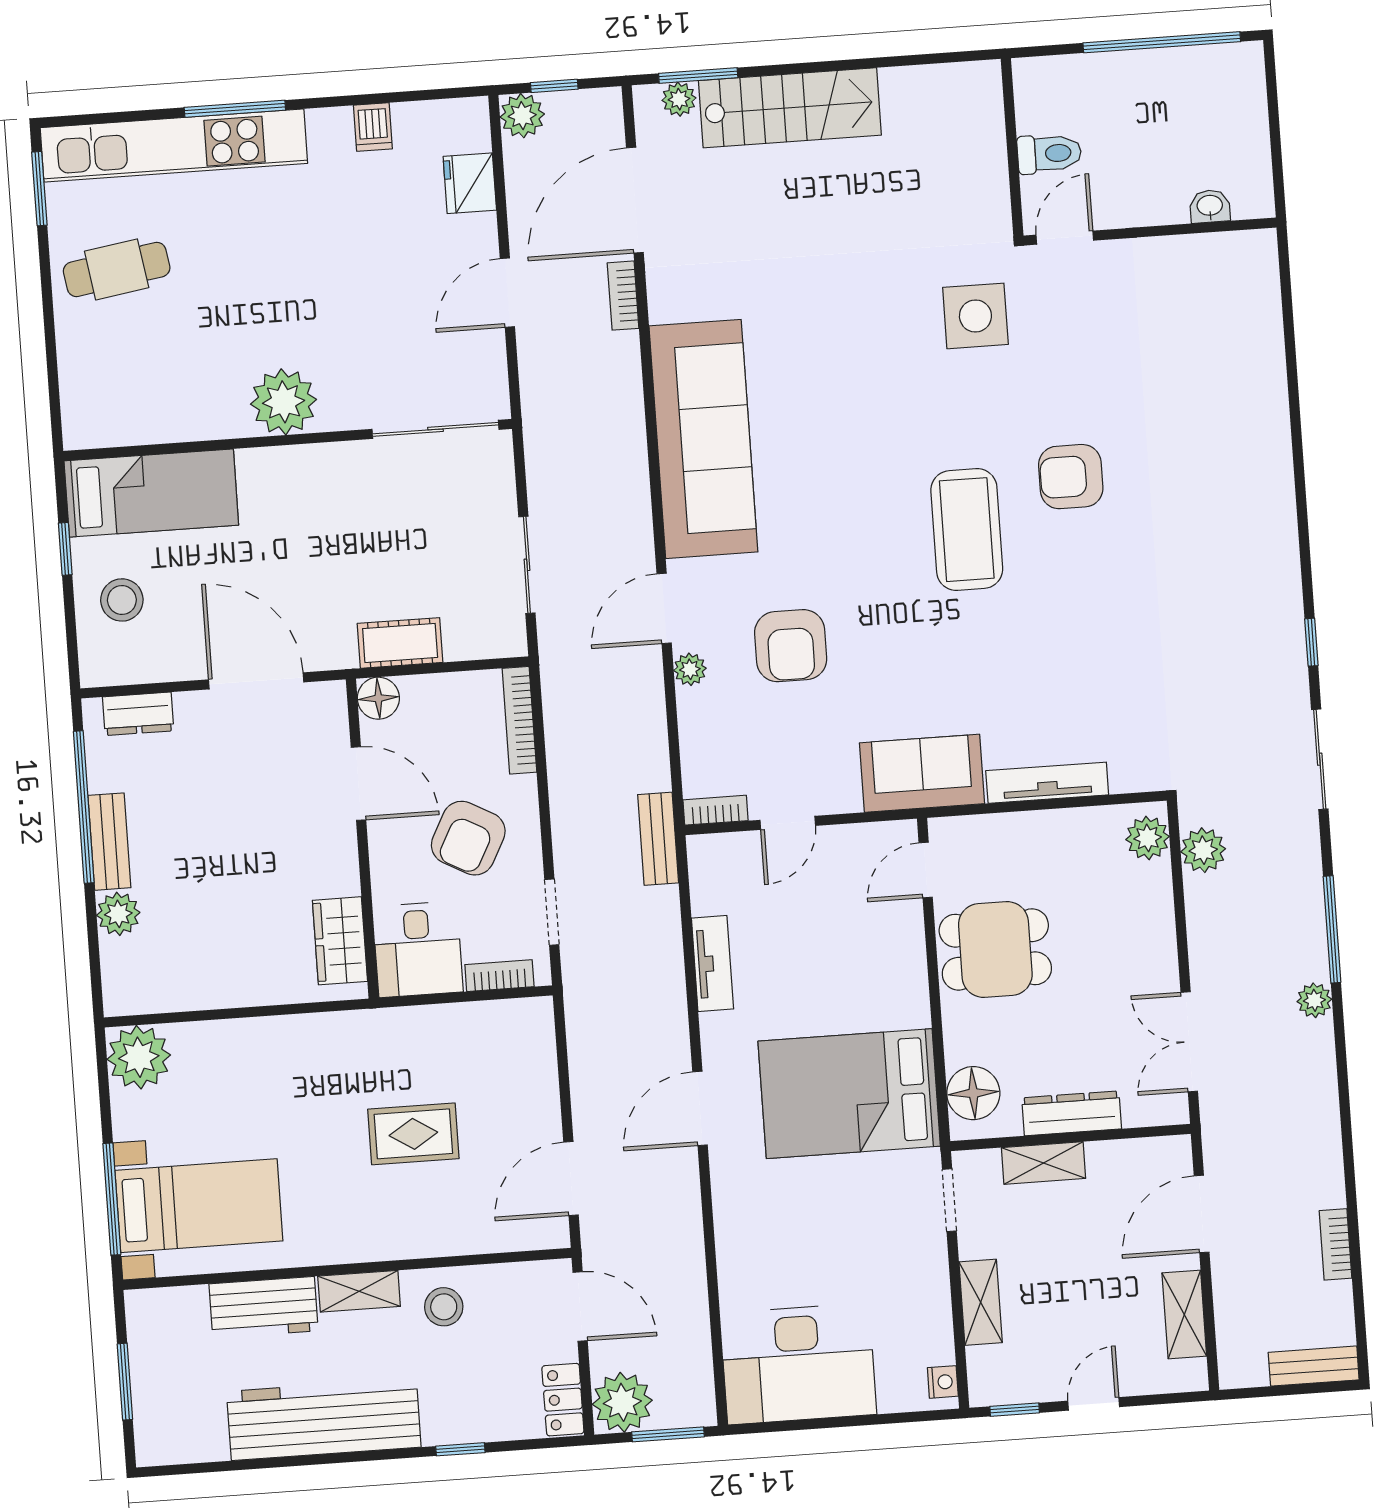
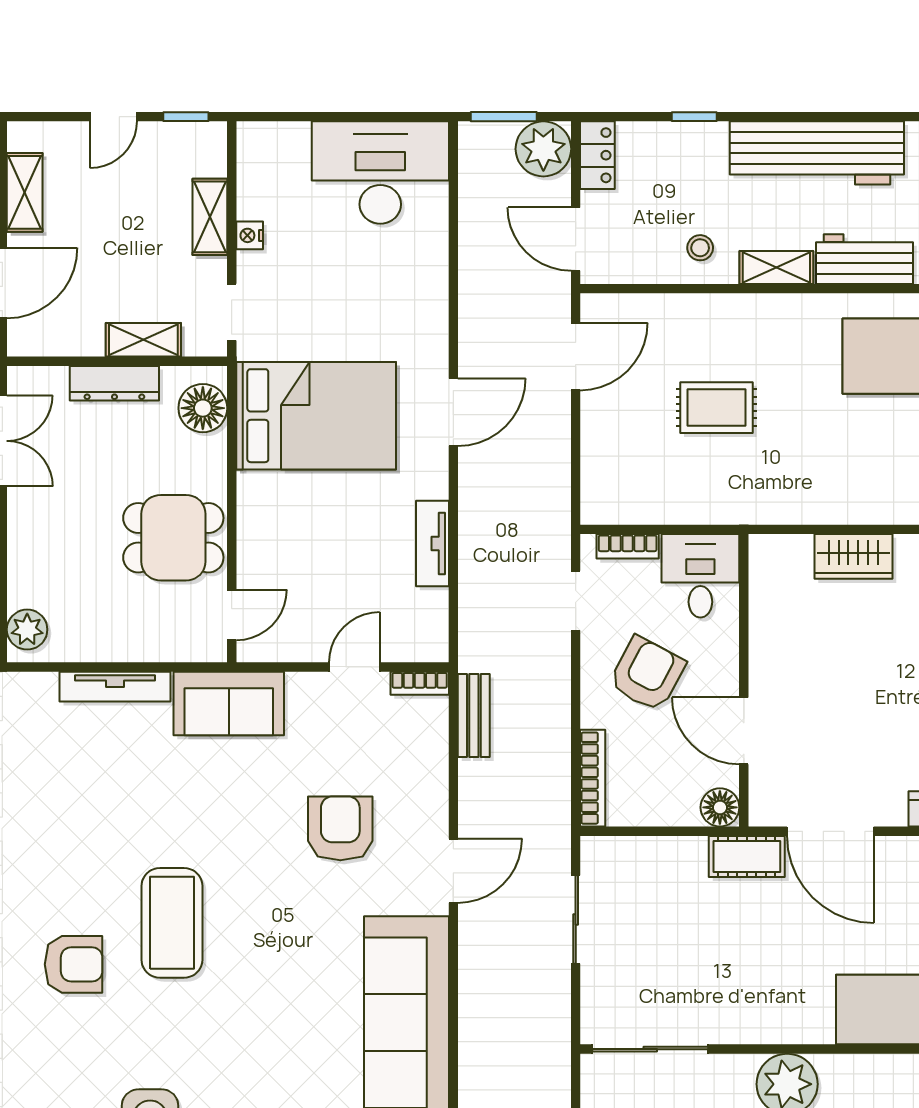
cot: (400, 643) -> (747, 856), moved
plant: (690, 669) -> (434, 813), removed
bench: (658, 839) -> (474, 715), moved
wardrobe: (340, 941) -> (853, 556), moved, turned 90
stool: (444, 1307) -> (700, 248), width x0.73, depth x0.73
nightstand: (943, 1382) -> (250, 235), moved

